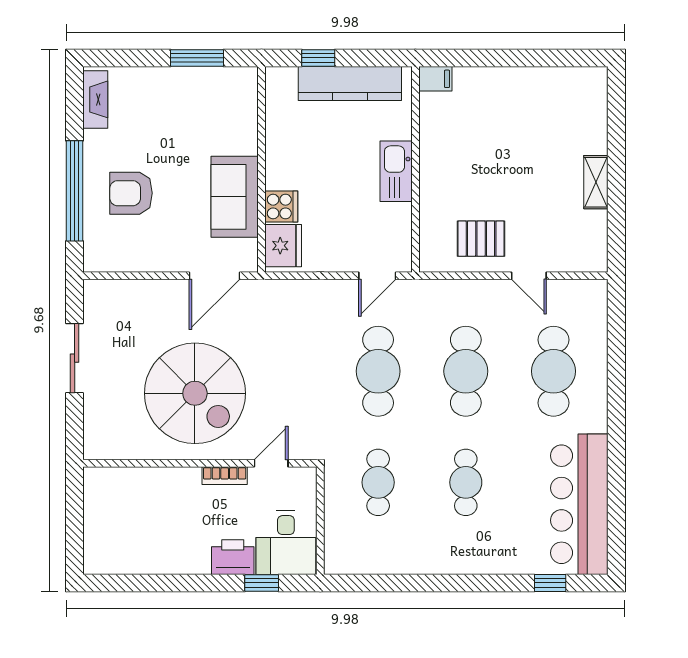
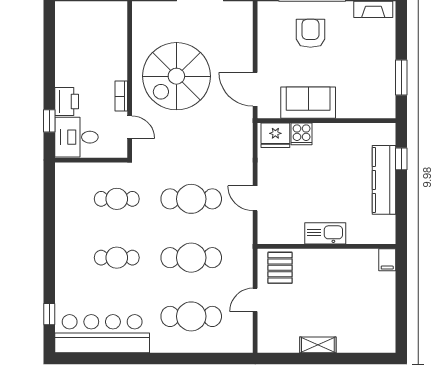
filing cabinet: (435, 79) -> (387, 260), moved
wall: (415, 169) -> (326, 246), moved
kitchen sink: (396, 171) -> (325, 233), moved

